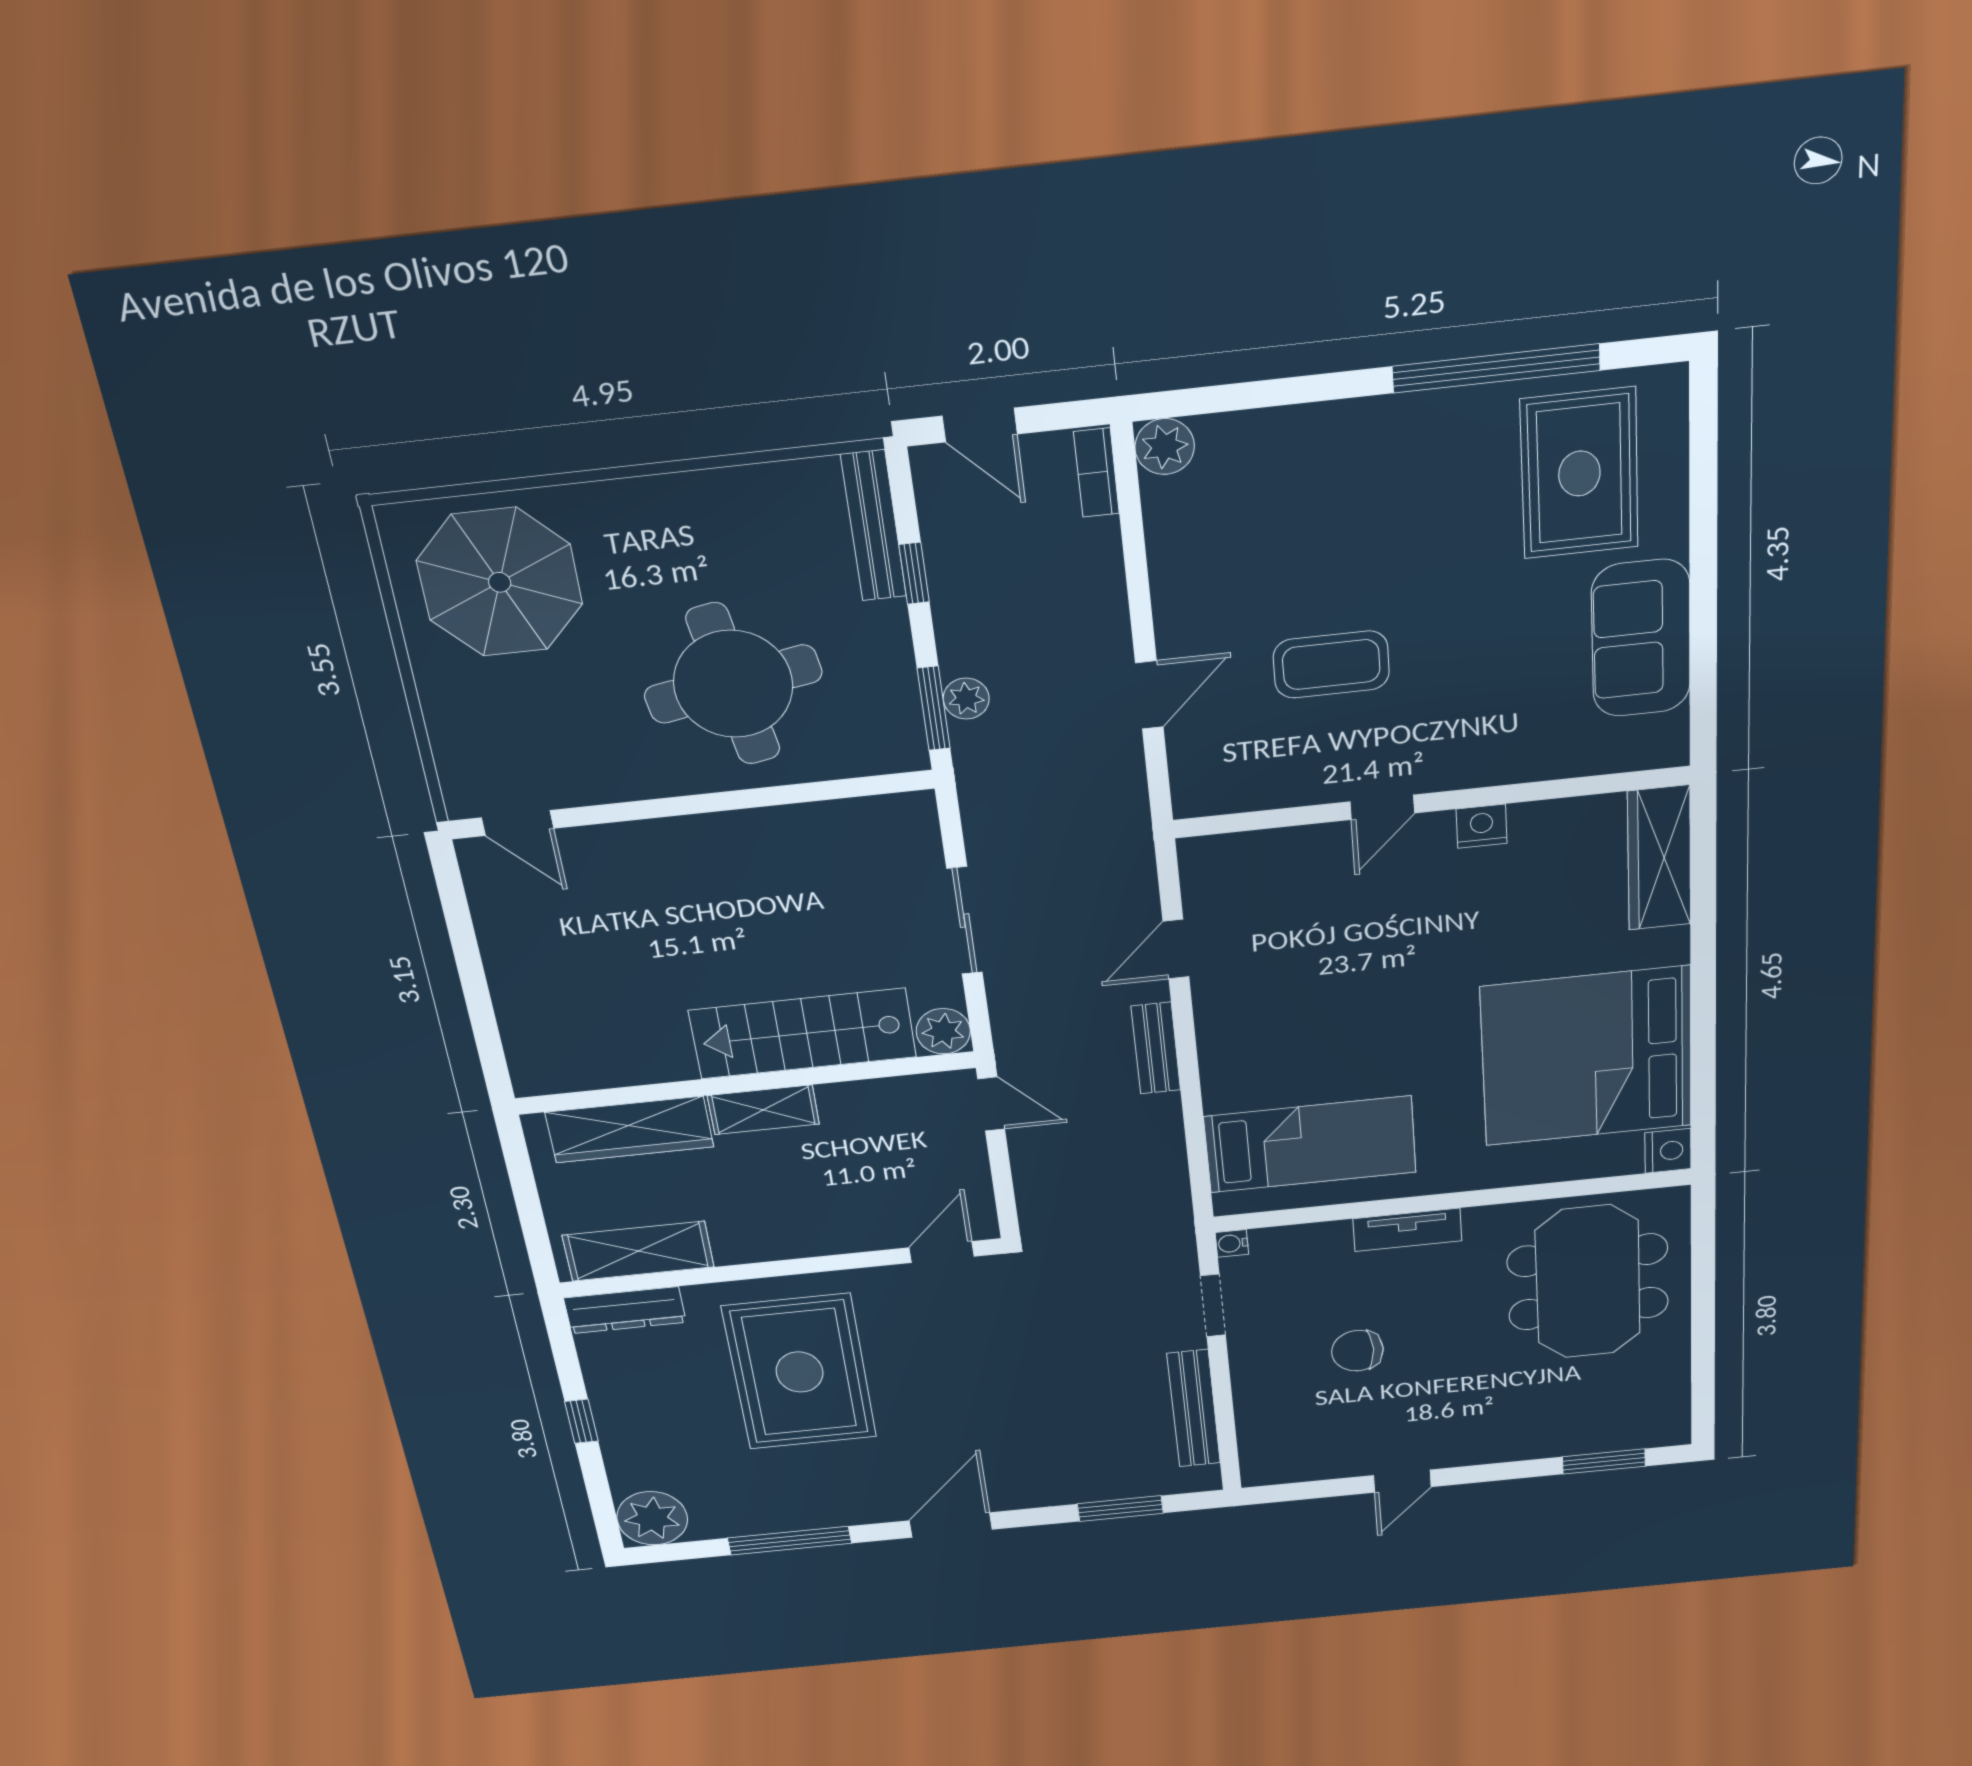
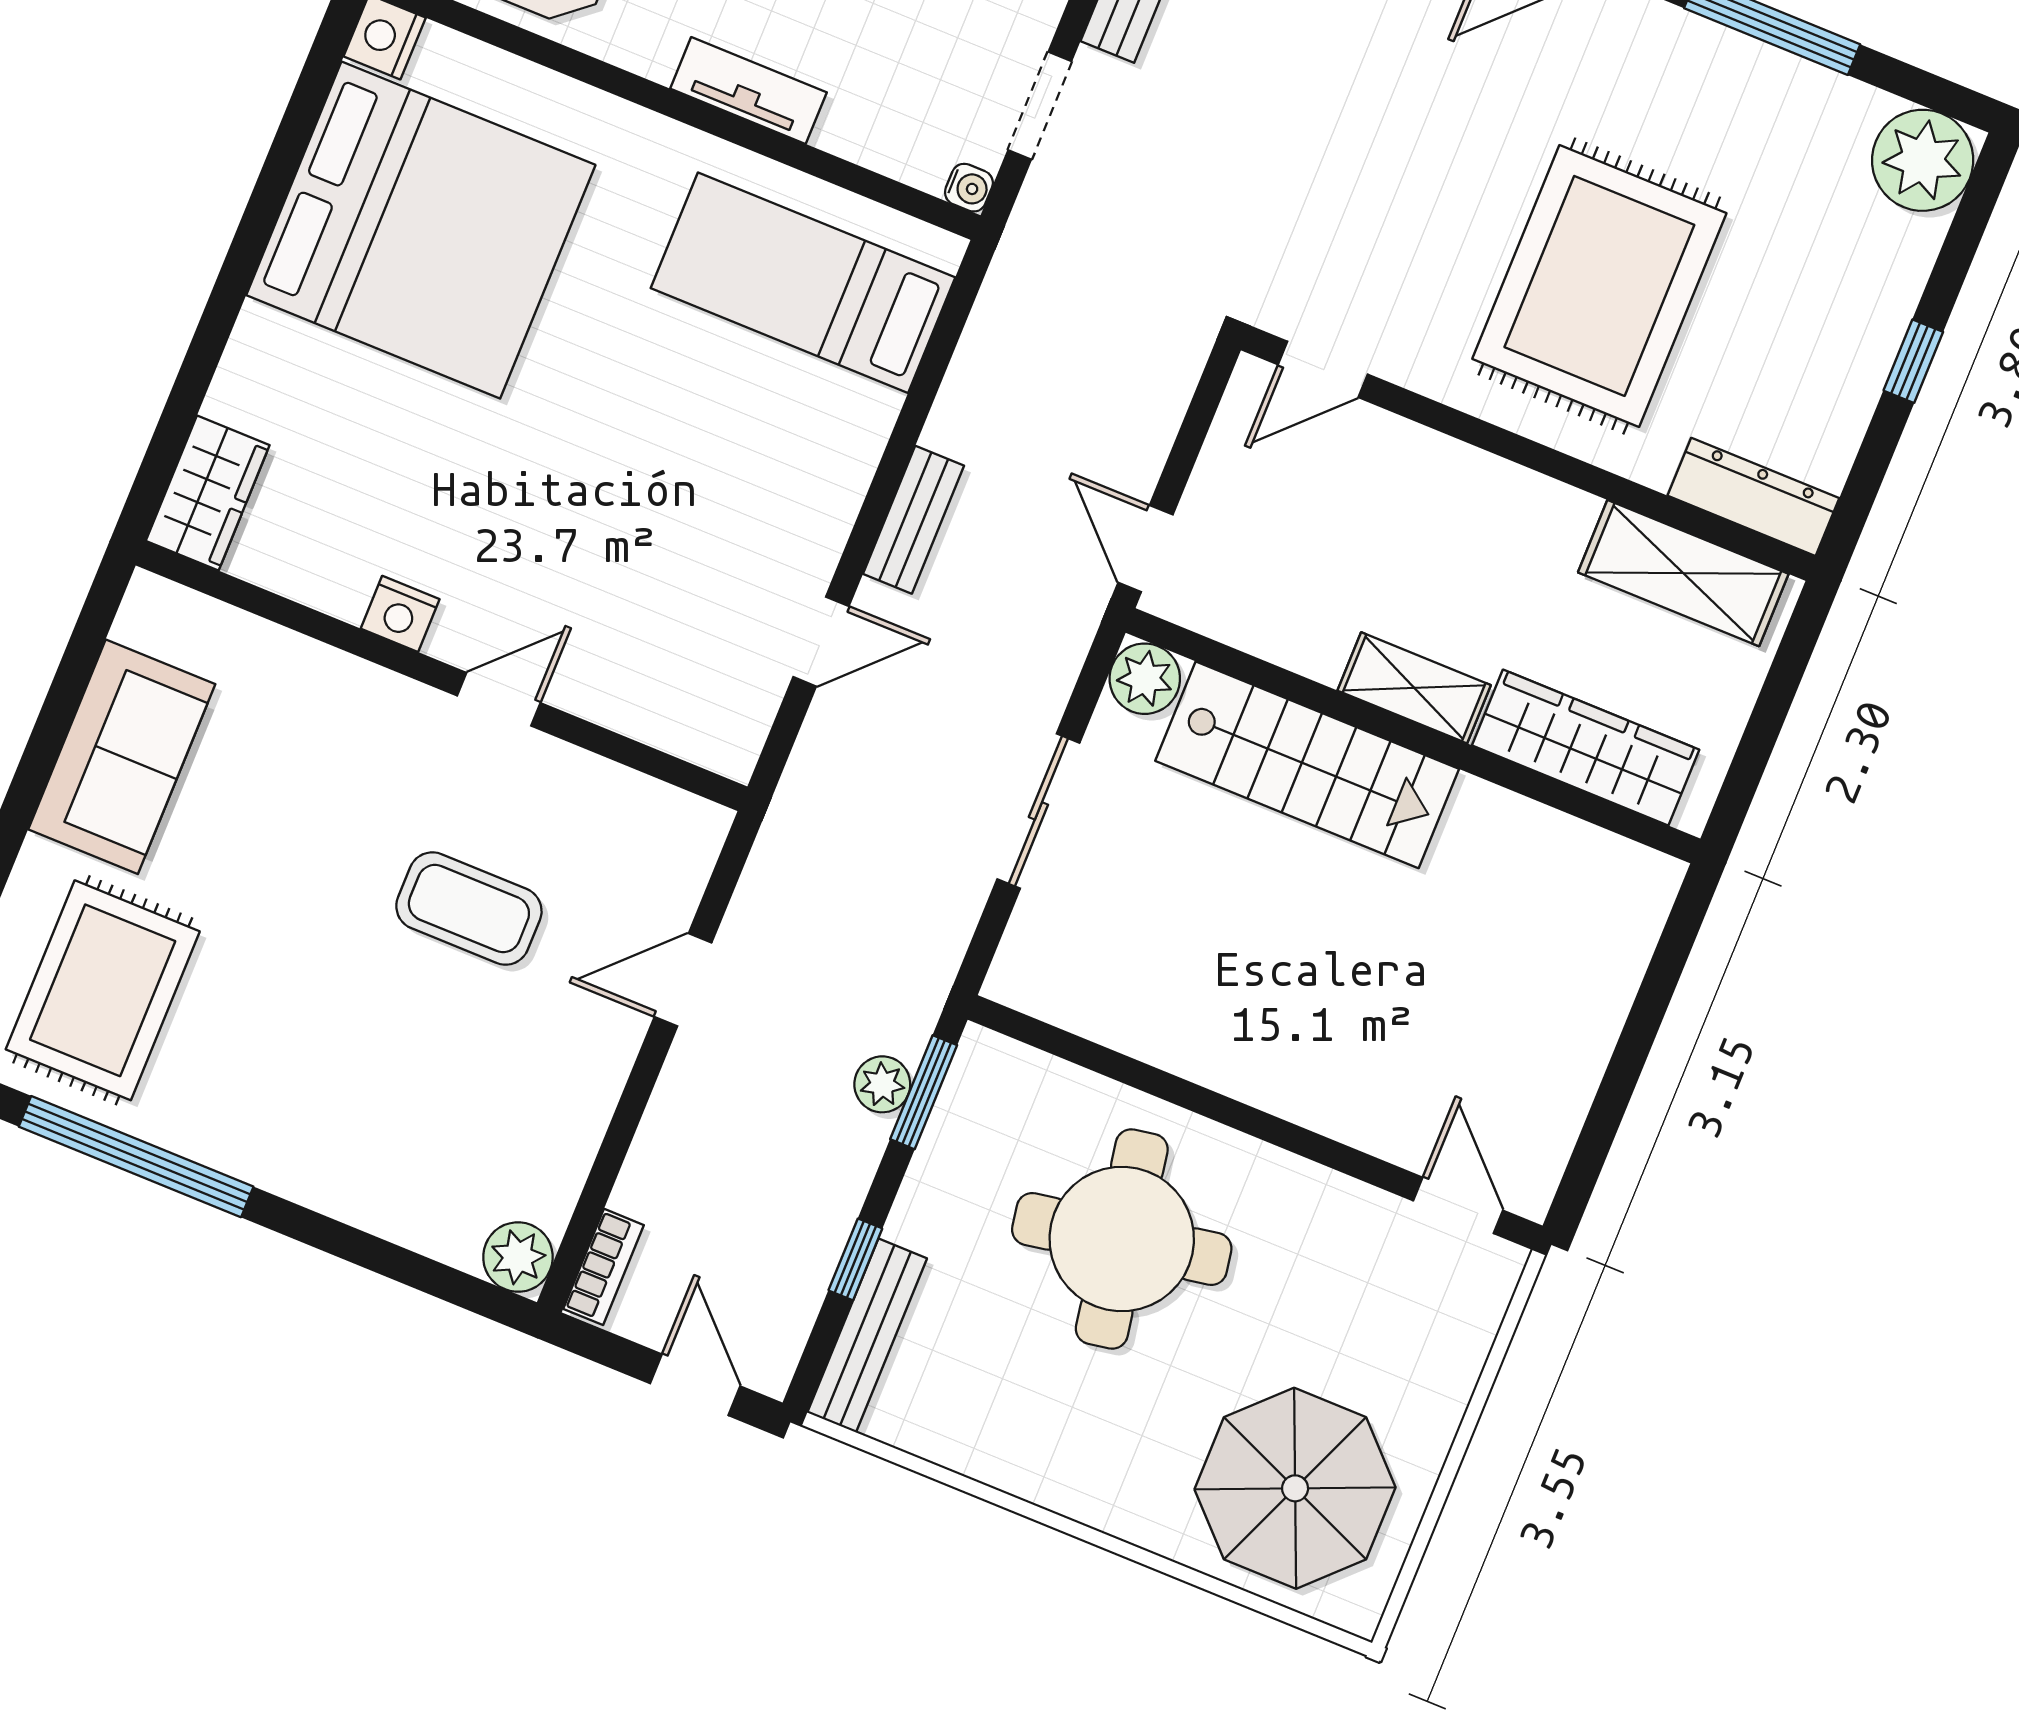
wardrobe: (1659, 858) -> (208, 493), width x0.67

